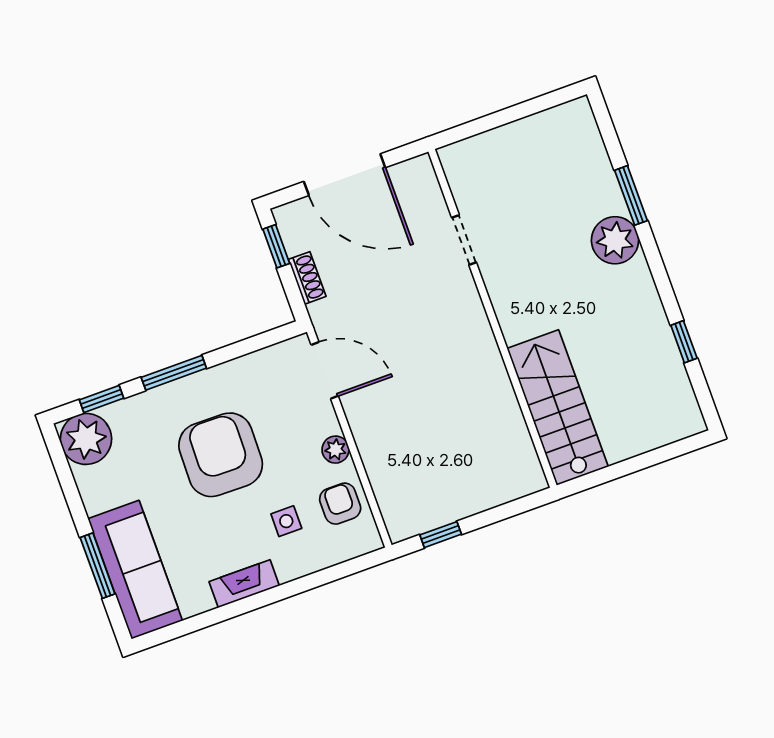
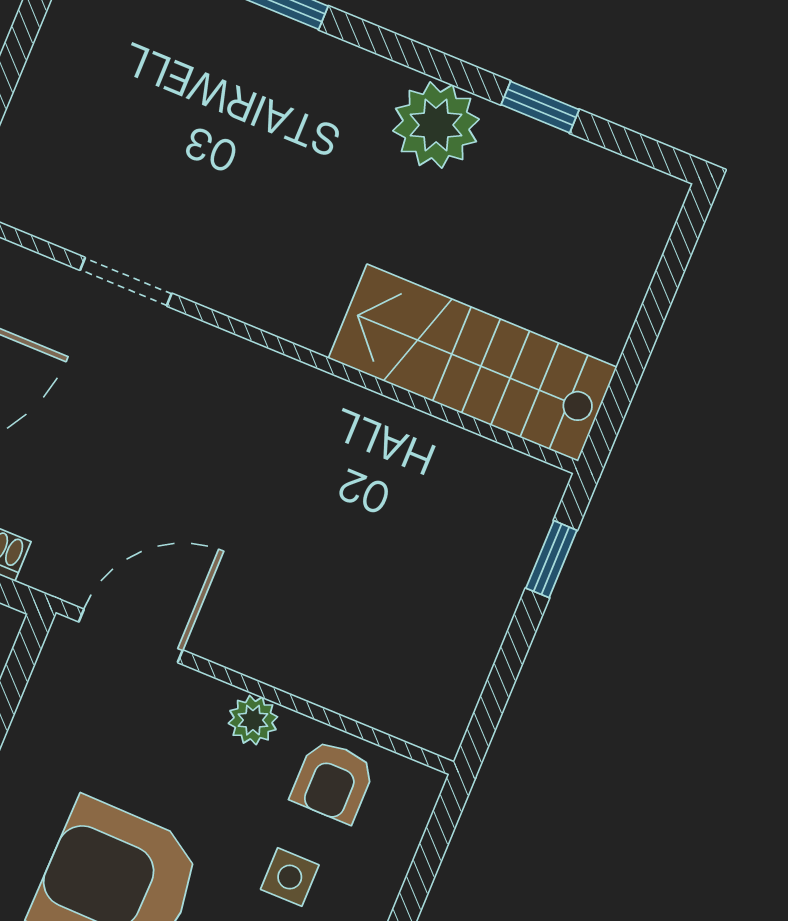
plant: (615, 240) -> (436, 125), moved
armchair: (340, 504) -> (333, 781), turned -90
window: (441, 535) -> (551, 559), moved

